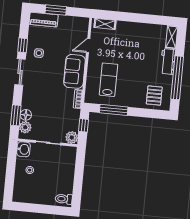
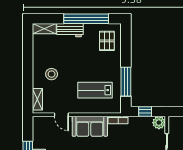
stool: (128, 40) -> (52, 74), added
pallet: (154, 96) -> (107, 41), turned 90

